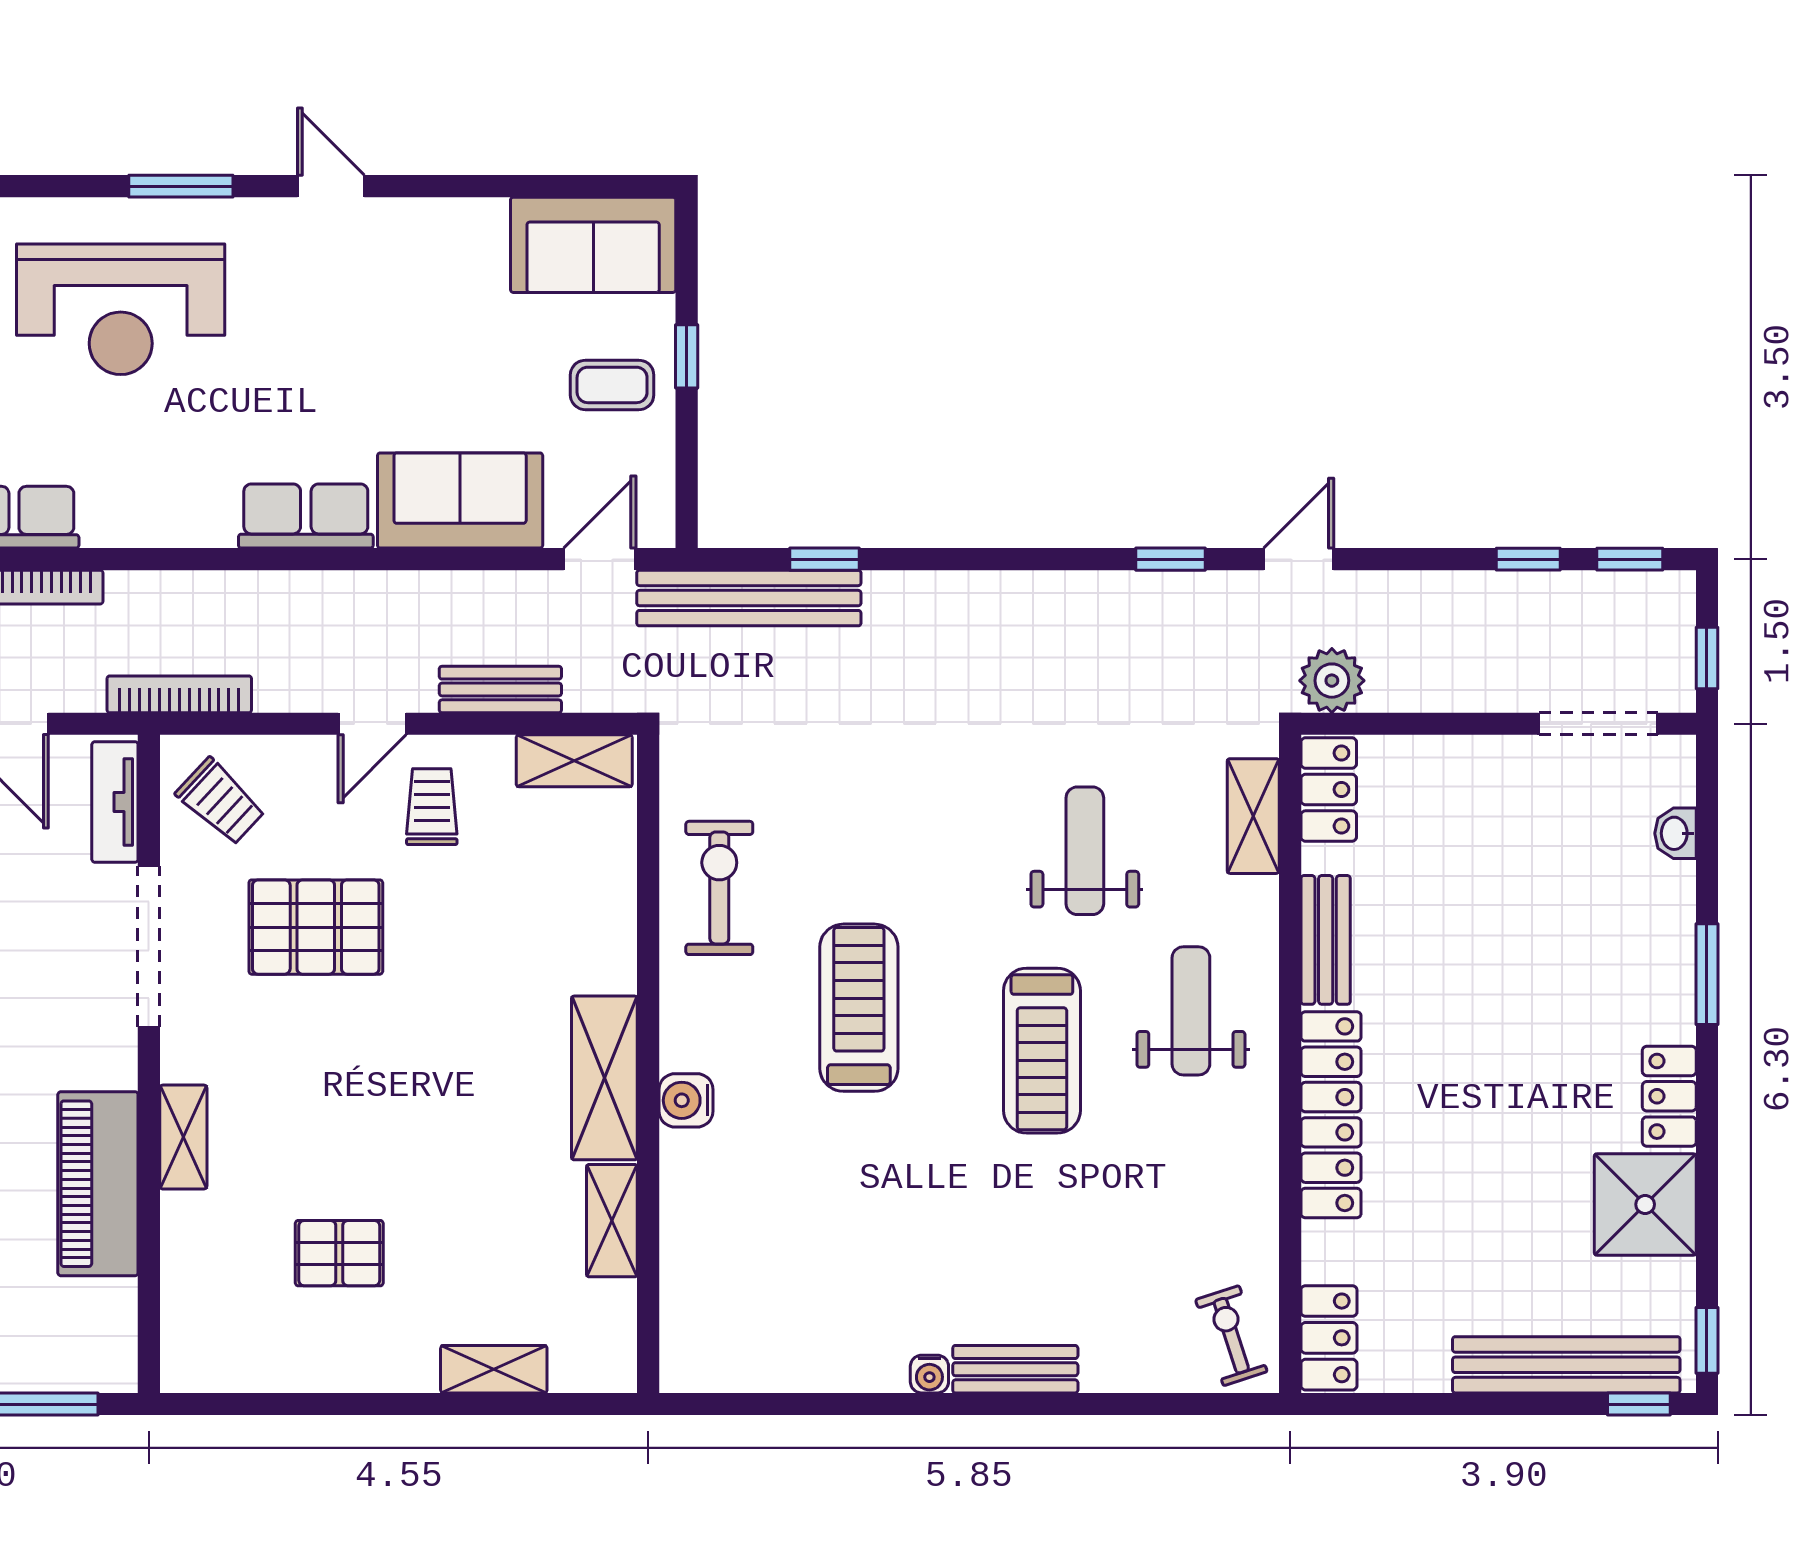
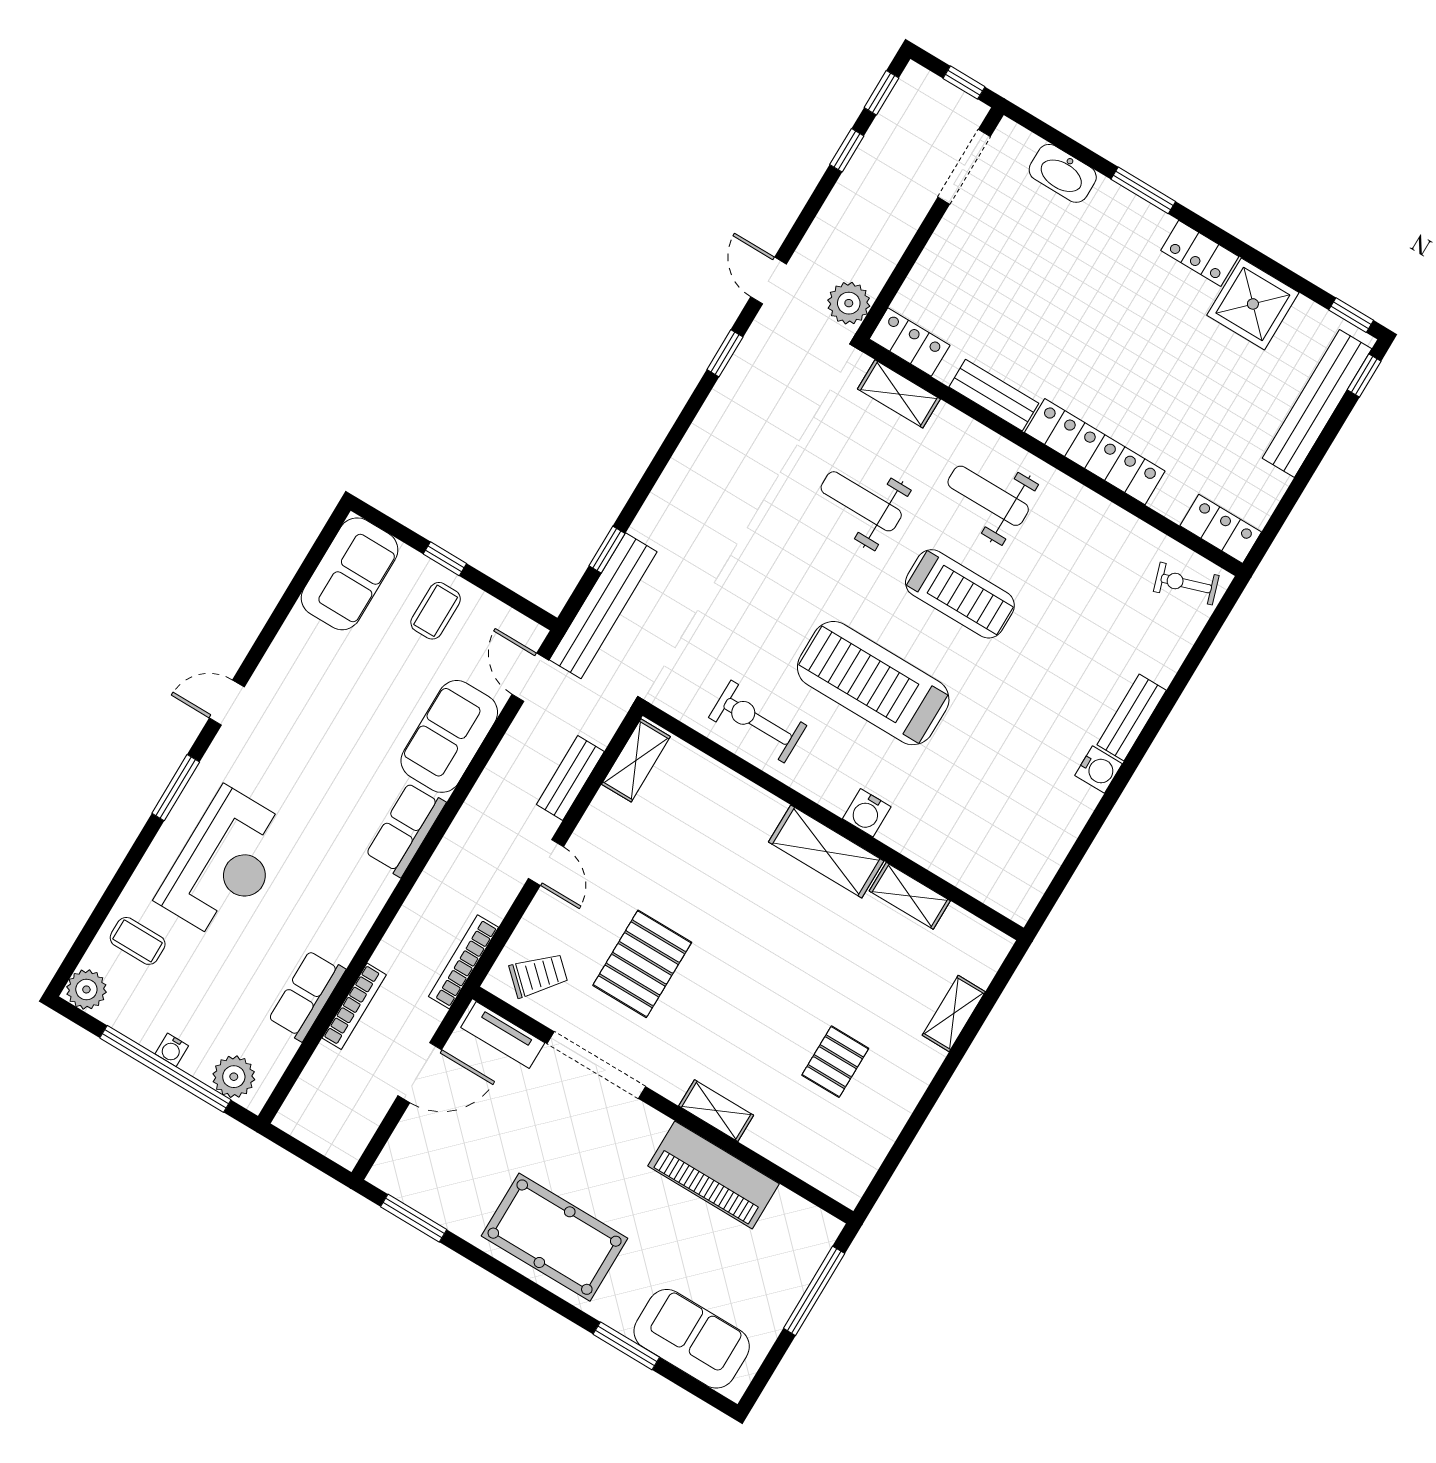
trolley: (432, 807) -> (613, 857), removed
washbasin: (1675, 833) -> (1063, 173), width x1.91, depth x1.45
treadmill: (859, 1008) -> (873, 683), width x1.37, depth x1.38
water cooler: (929, 1374) -> (1099, 770), width x1.38, depth x1.38

